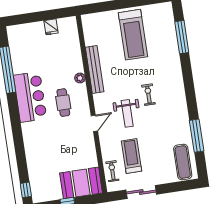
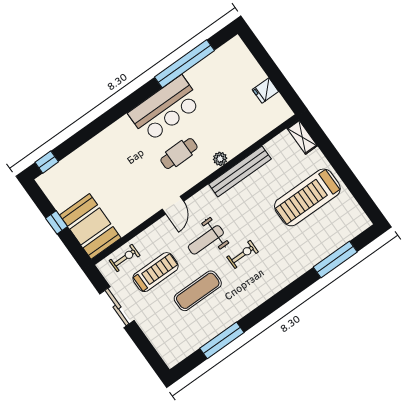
shelving: (93, 18) -> (302, 137), added
door: (94, 123) -> (173, 205), hinge flipped
exercise mat: (183, 162) -> (198, 291), moved

